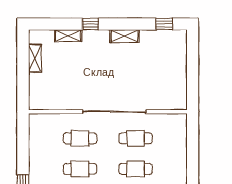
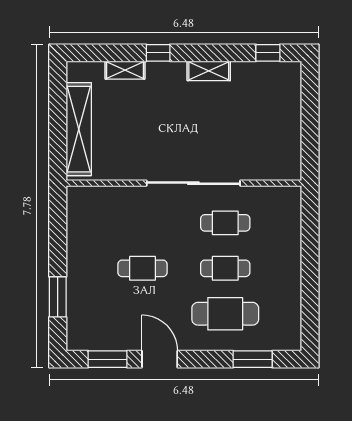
shelving: (35, 58) -> (79, 129), width x2.20, depth x1.33
cafe table: (80, 138) -> (143, 223), removed

